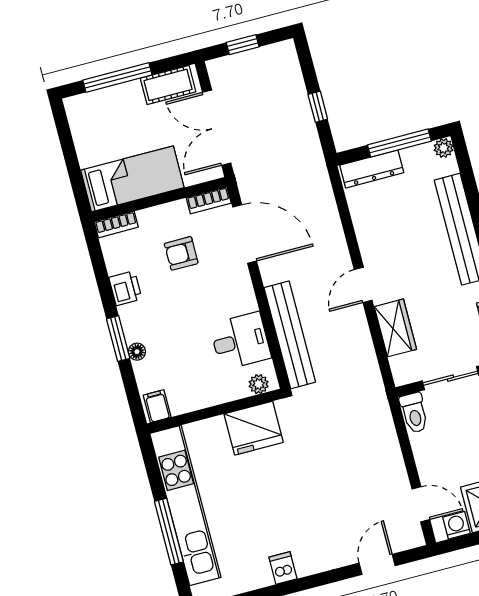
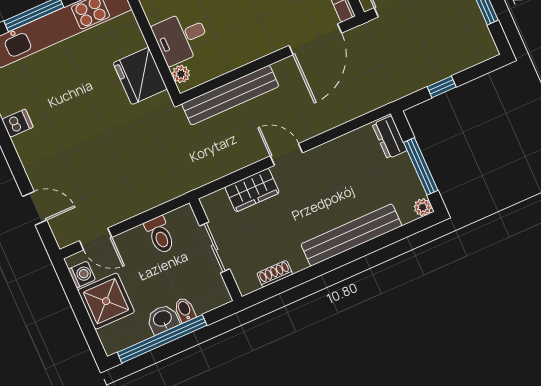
dresser: (372, 169) -> (390, 137), width x0.70
desk: (240, 341) -> (181, 37), moved, turned 90
toilet: (414, 413) -> (160, 235), moved, turned -90
door: (421, 504) -> (96, 239), hinge flipped

